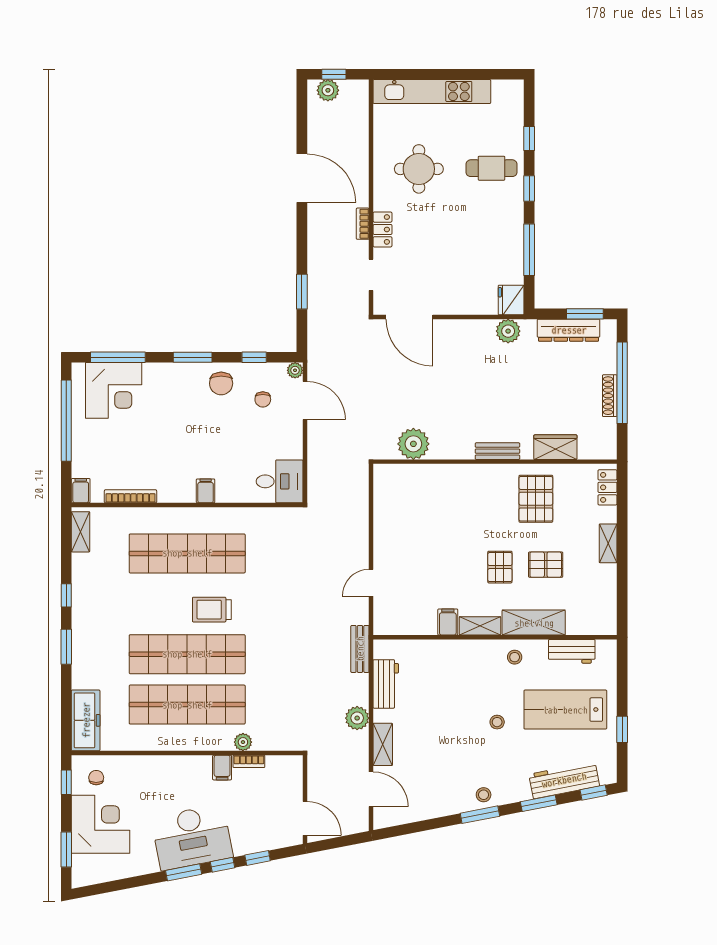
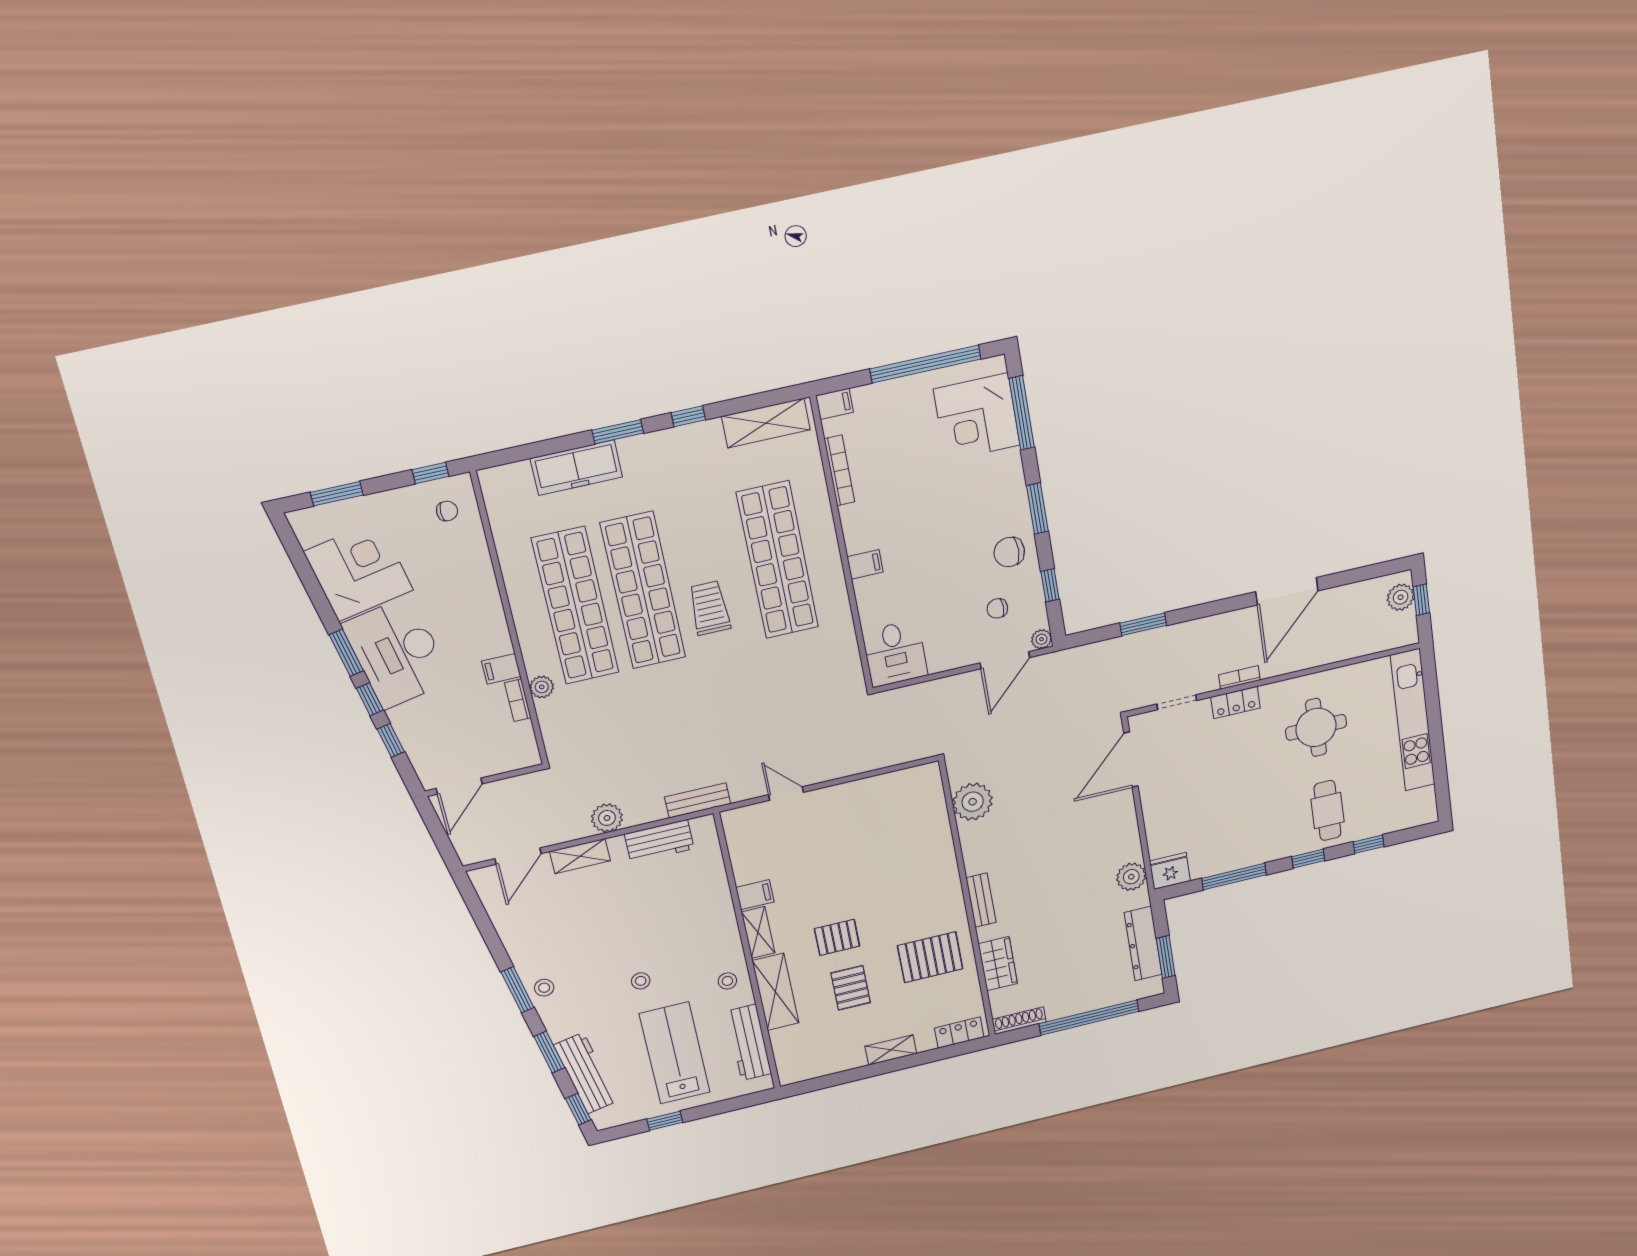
shoe rack: (610, 396) -> (1019, 1021), moved
shelving: (81, 532) -> (766, 423), width x1.50, depth x1.33
workbench: (572, 651) -> (749, 1043), width x1.38
freezer: (86, 720) -> (576, 468), moved
corner desk: (101, 824) -> (358, 571), moved, turned -101

